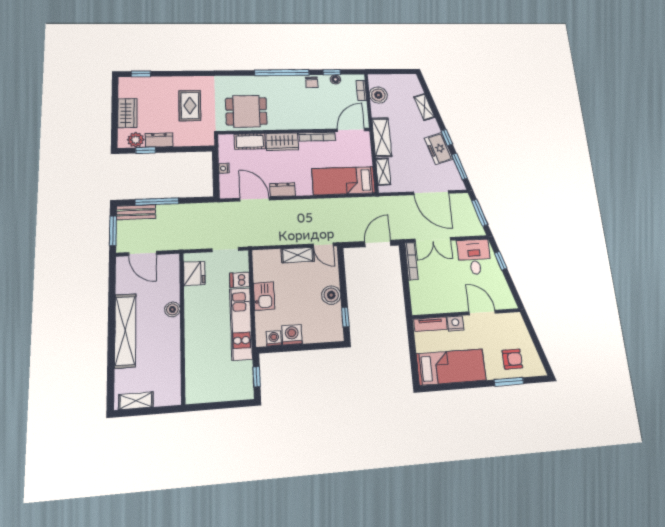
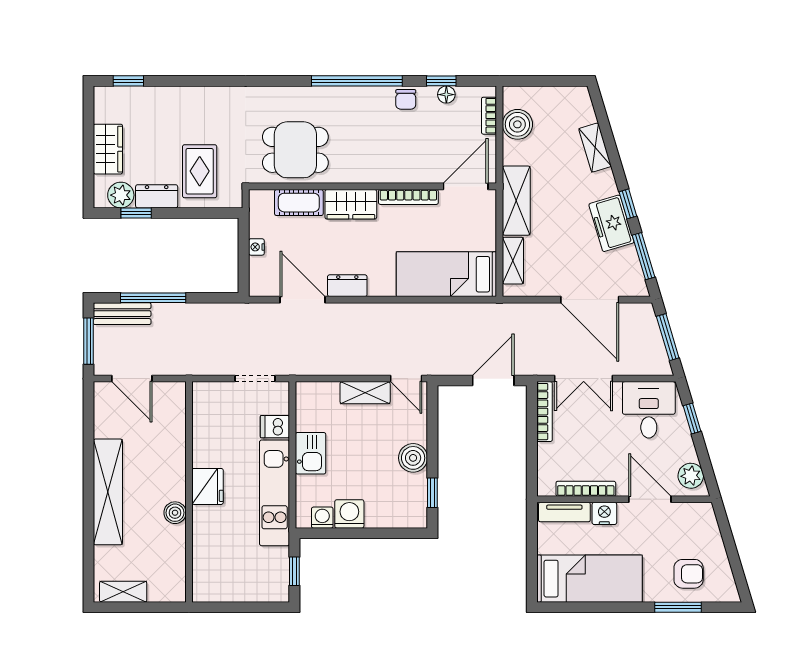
rug: (190, 106) -> (200, 171), moved
fridge: (194, 273) -> (208, 486), moved
plant: (505, 296) -> (691, 476), added
bookcase: (442, 308) -> (586, 489), added
boiler: (172, 309) -> (175, 513), moved

